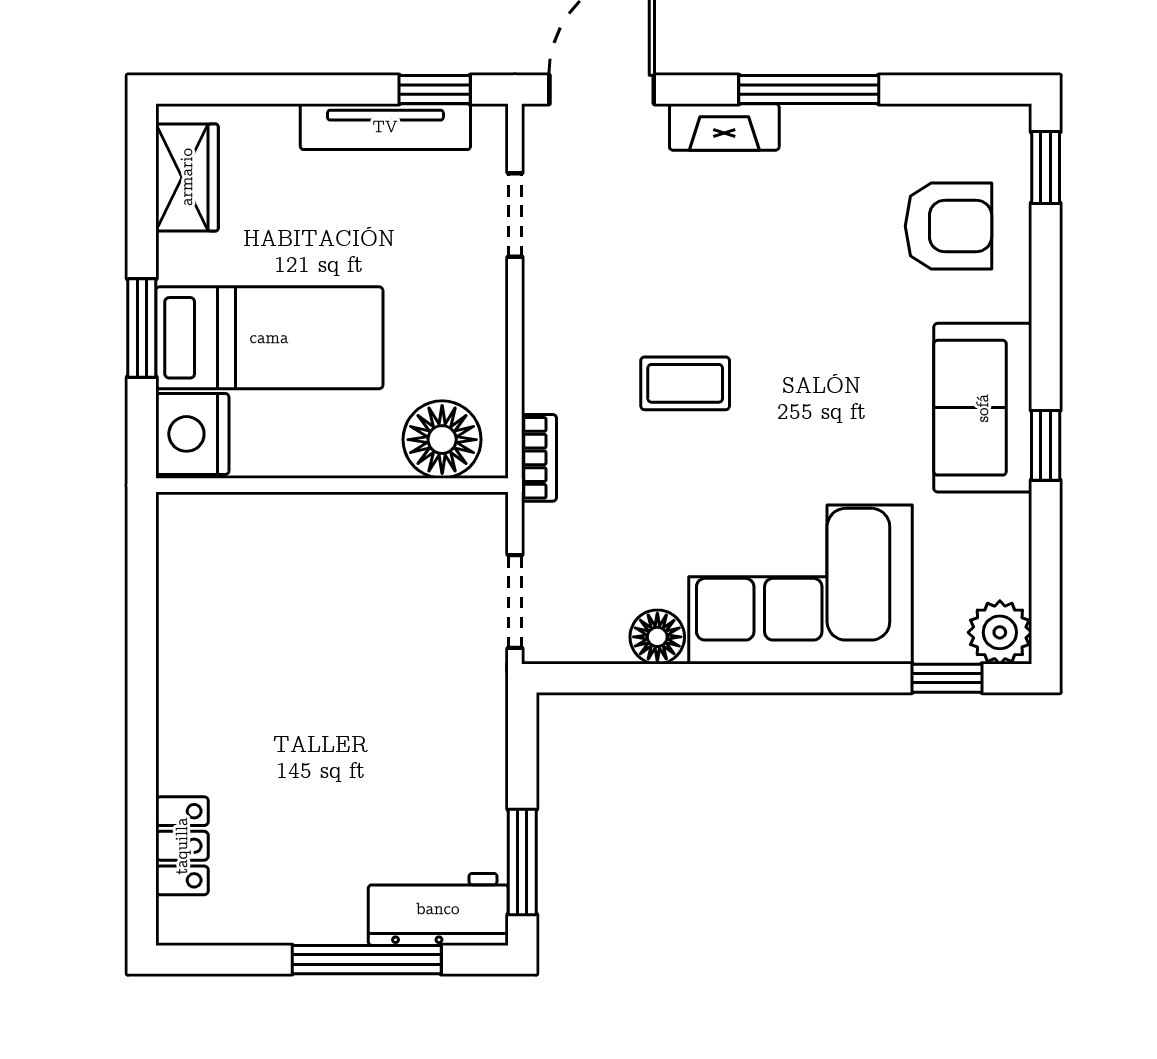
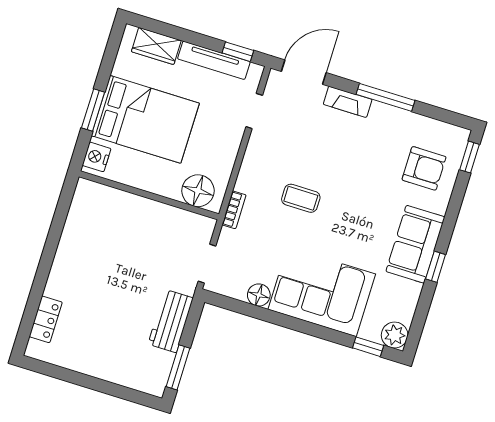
wardrobe: (187, 177) -> (156, 46), moved, turned 90
bed: (269, 338) -> (145, 119), width x1.50
nightstand: (192, 434) -> (96, 157), width x0.74, depth x0.75
workbench: (438, 909) -> (171, 321), moved, turned -90
window: (367, 960) -> (105, 387), removed

